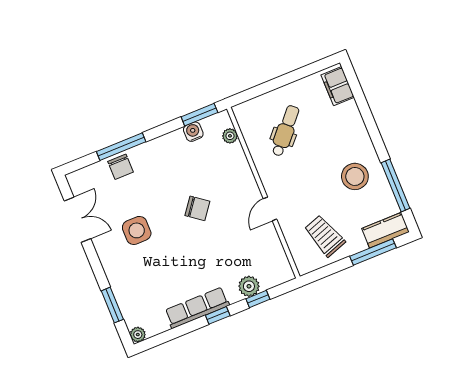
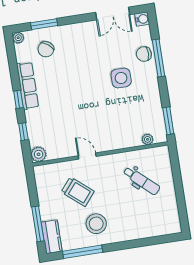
filing cabinet: (338, 86) -> (165, 227), removed
water cooler: (193, 132) -> (142, 19), moved
chair: (197, 208) -> (46, 49), moved
side table: (137, 230) -> (121, 78), moved
trolley: (325, 236) -> (78, 192), moved, turned 59
plant: (249, 286) -> (39, 154), moved

